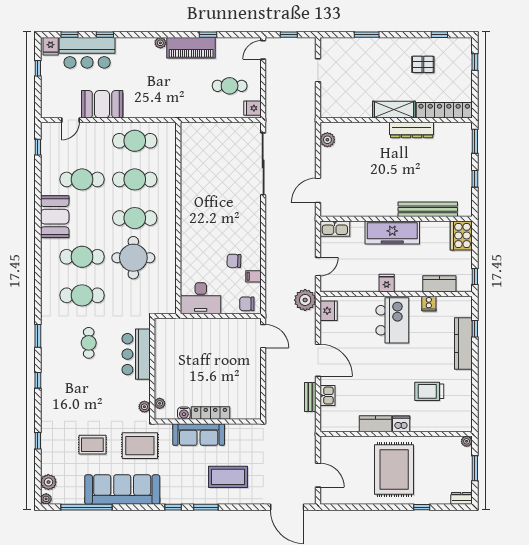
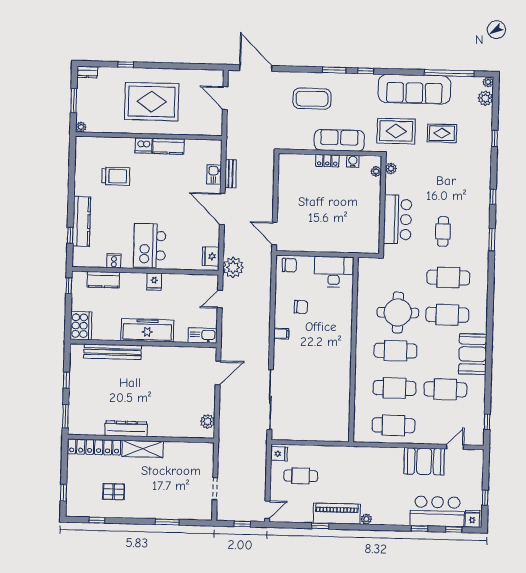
filing cabinet: (253, 276) -> (281, 334), moved
locker: (210, 413) -> (327, 161), width x0.66
rug: (394, 470) -> (152, 102), turned 90

